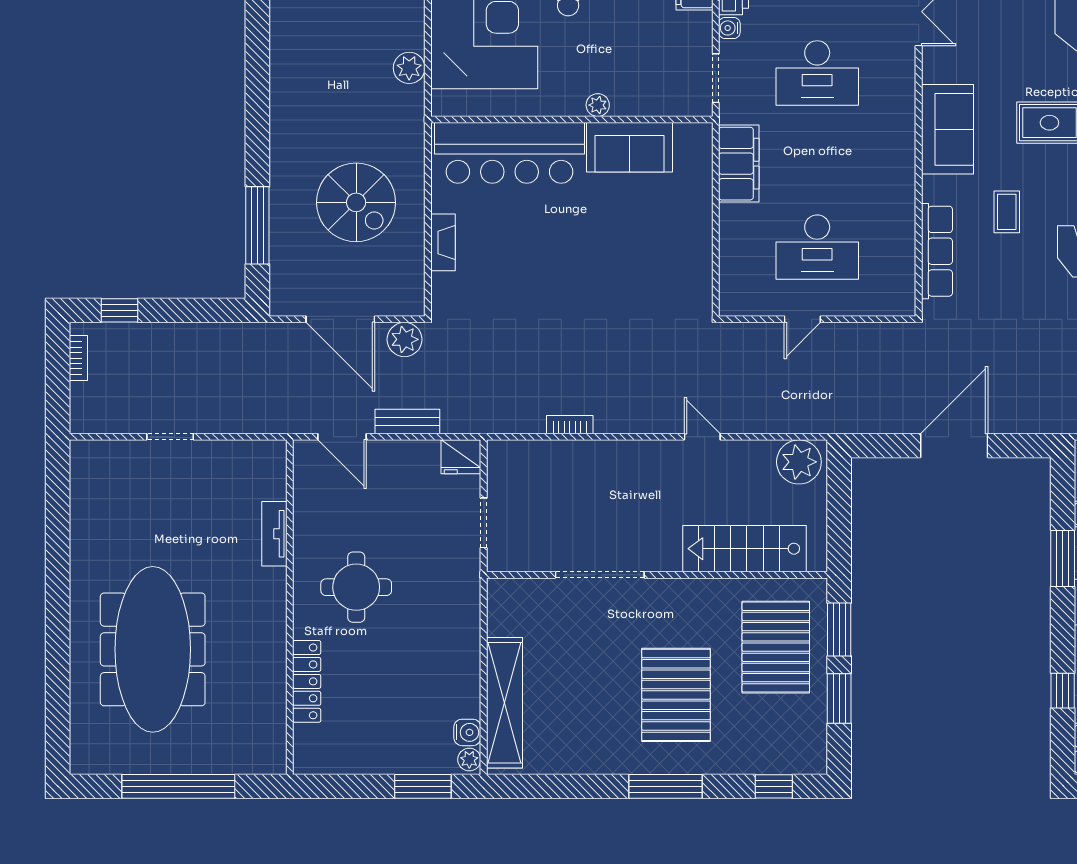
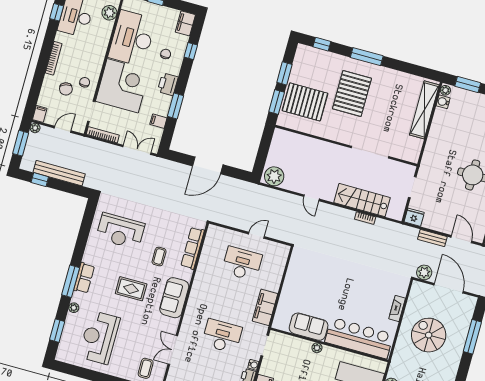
stairs: (745, 549) -> (362, 200), moved, turned 180
pallet: (776, 647) -> (305, 102), turned 90

